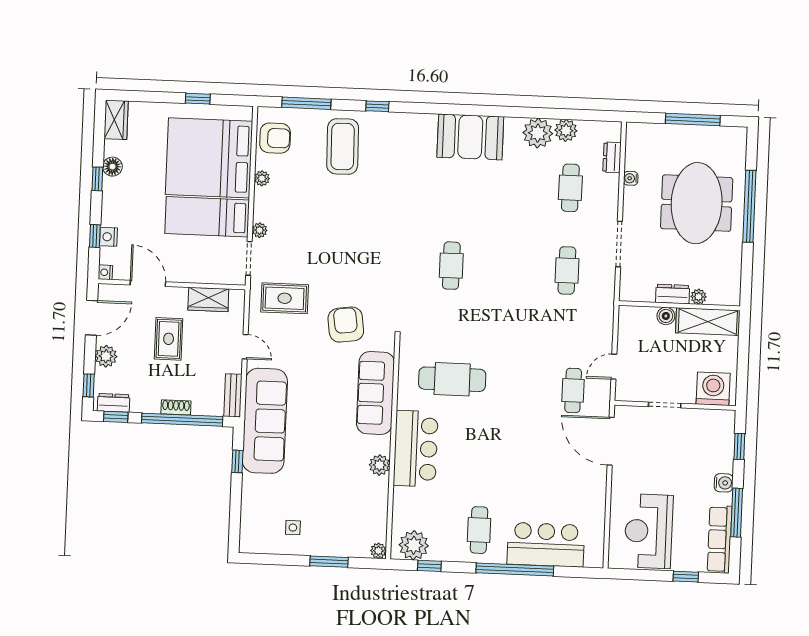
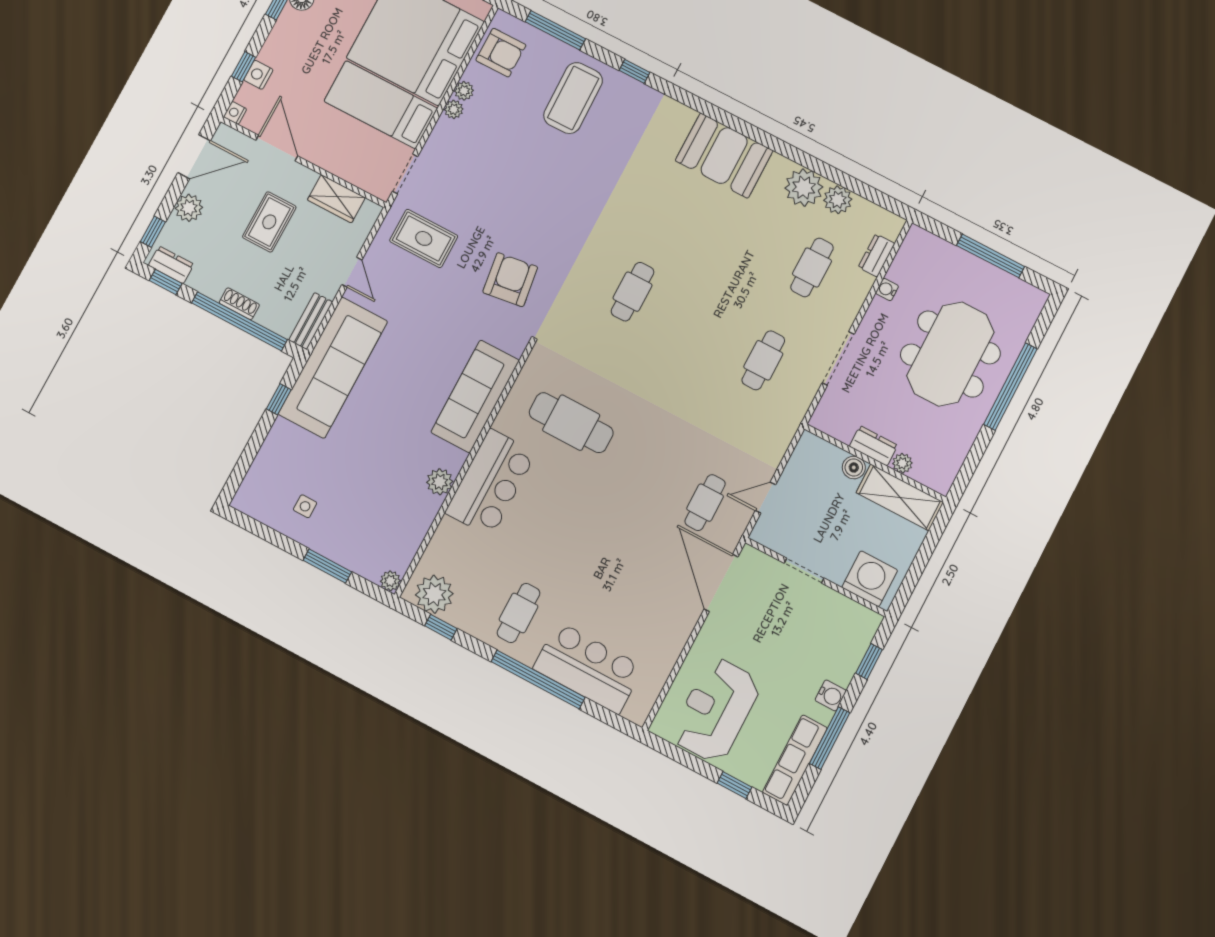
plant: (260, 230) -> (454, 109), moved
armchair: (346, 325) -> (510, 280), moved

